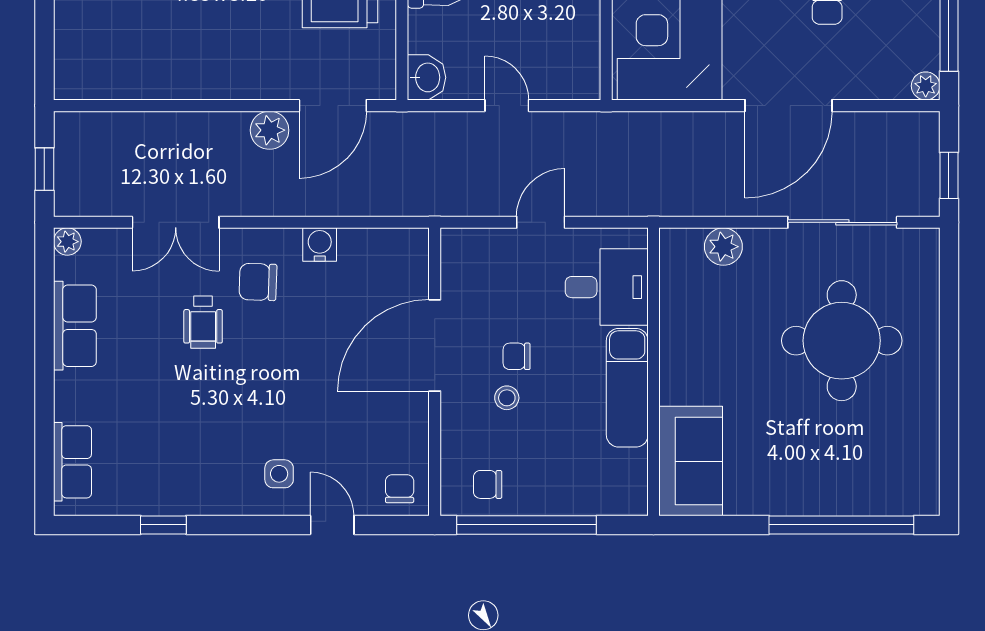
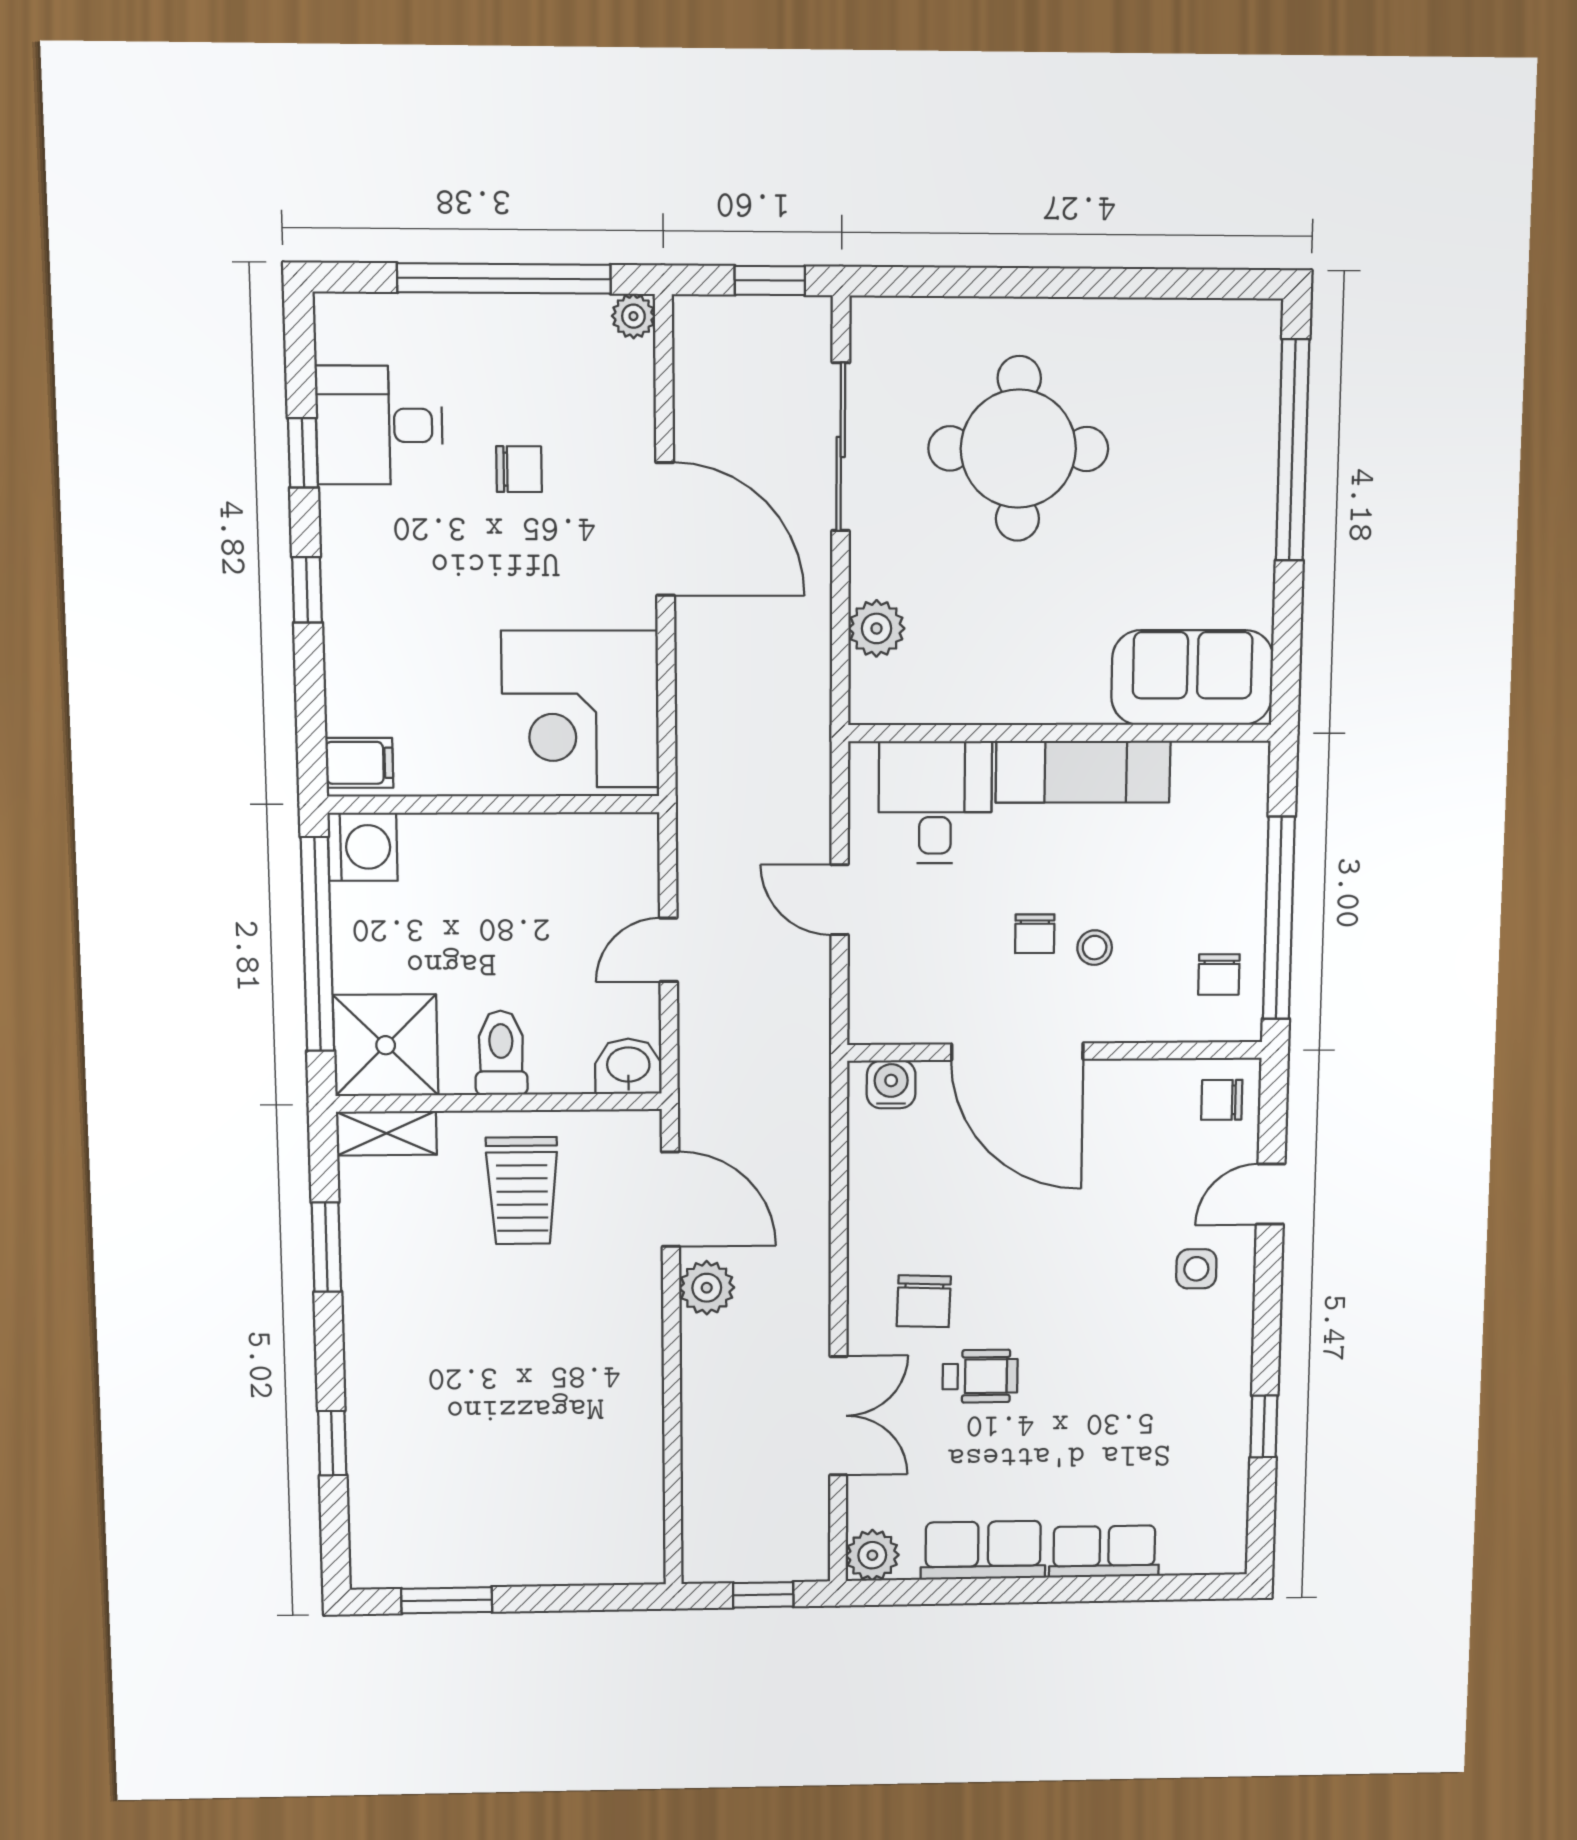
plant: (67, 242) -> (872, 1555), width x1.38, depth x1.38
water cooler: (320, 245) -> (891, 1084), moved, turned 90
row of seats: (72, 462) -> (1104, 1551), moved

